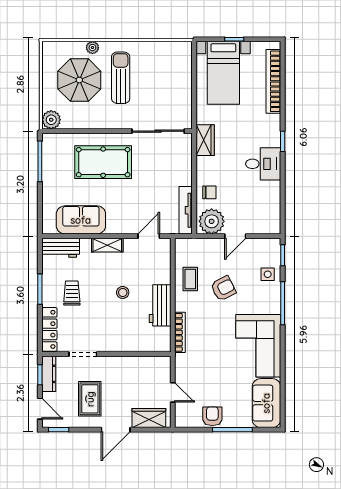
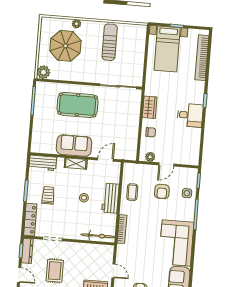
sun lounger: (121, 78) -> (110, 42), moved
wardrobe: (205, 140) -> (150, 107), moved
tv unit: (186, 210) -> (133, 143), removed
sofa: (81, 220) -> (74, 146), moved
plant: (212, 221) -> (150, 157), width x0.53, depth x0.53
armchair: (223, 288) -> (162, 191), moved, turned 117
workbench: (160, 305) -> (110, 198), moved
bicycle: (147, 345) -> (98, 236), added

